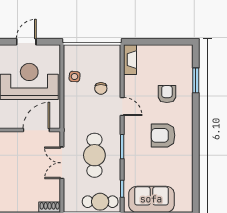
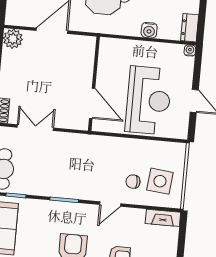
side table: (75, 77) -> (160, 181), moved, width x1.87, depth x1.87
cafe table: (94, 155) -> (57, 167), removed
double door: (62, 163) -> (35, 128), moved

